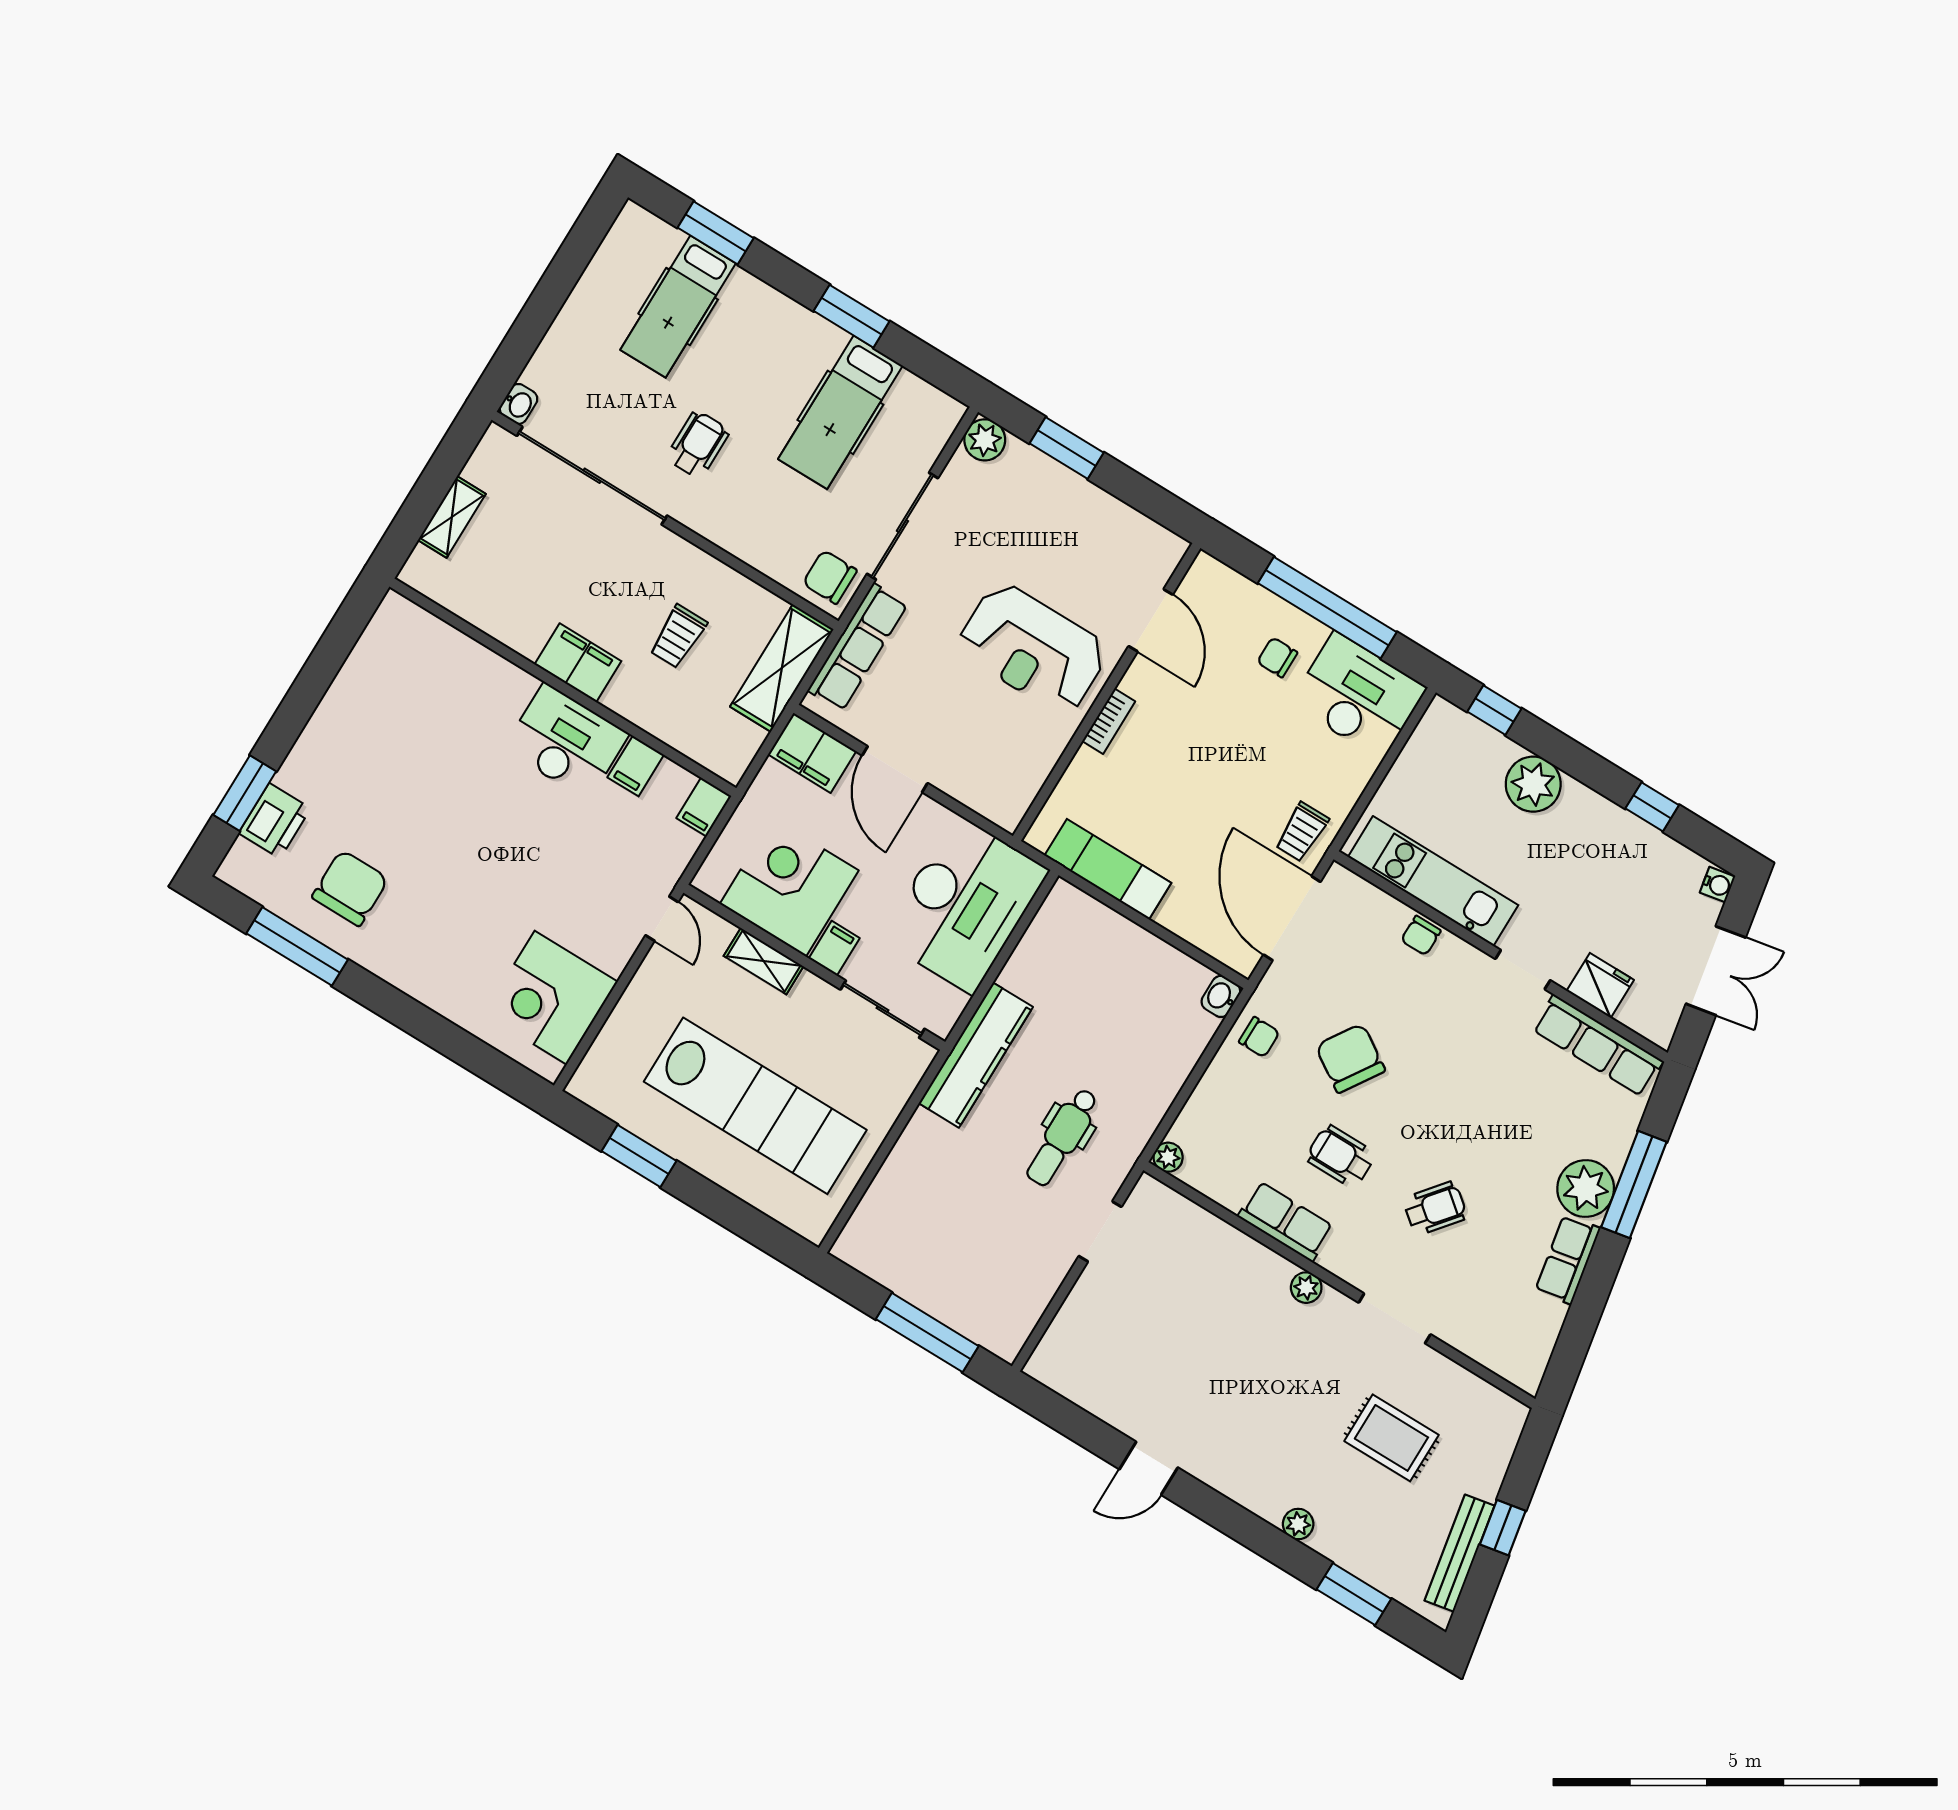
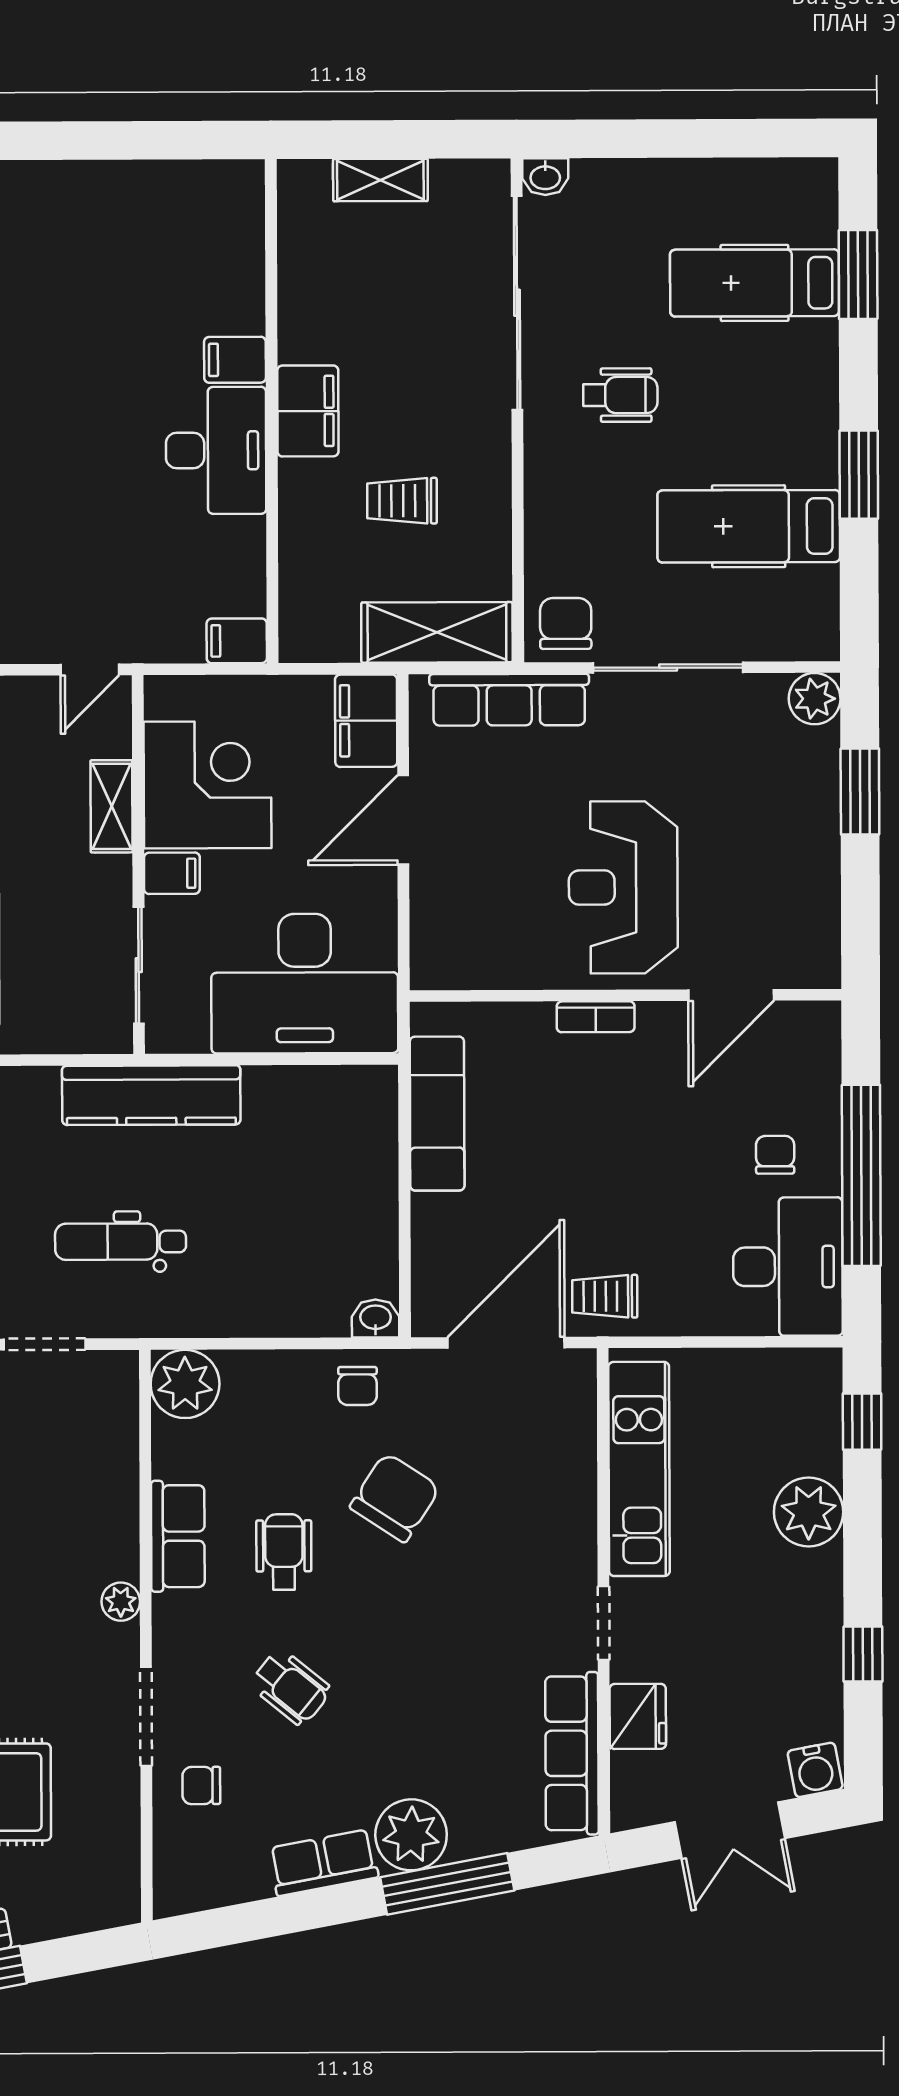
filing cabinet: (636, 766) -> (235, 360), moved
water cooler: (1717, 885) -> (815, 1770), width x1.38, depth x1.38
chair: (1421, 936) -> (201, 1785), moved
plant: (1168, 1157) -> (185, 1384), width x1.88, depth x1.88

